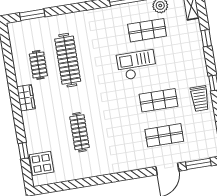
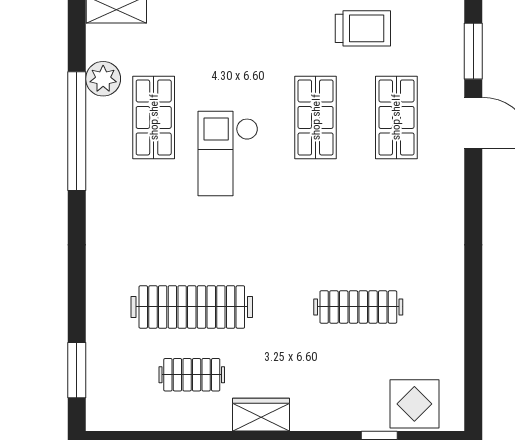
trolley: (200, 98) -> (363, 28), moved

